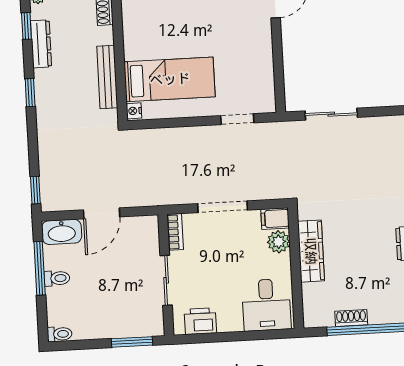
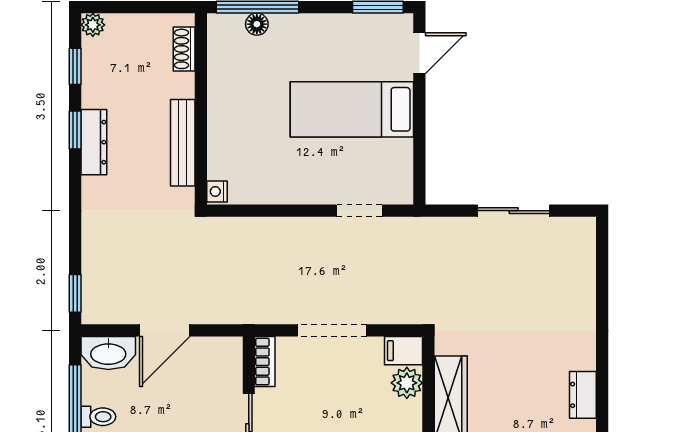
dresser: (41, 44) -> (94, 142), moved
bed: (170, 79) -> (352, 109), moved, turned 180
window: (30, 93) -> (75, 130), moved
sliding door: (331, 114) -> (514, 211), moved

